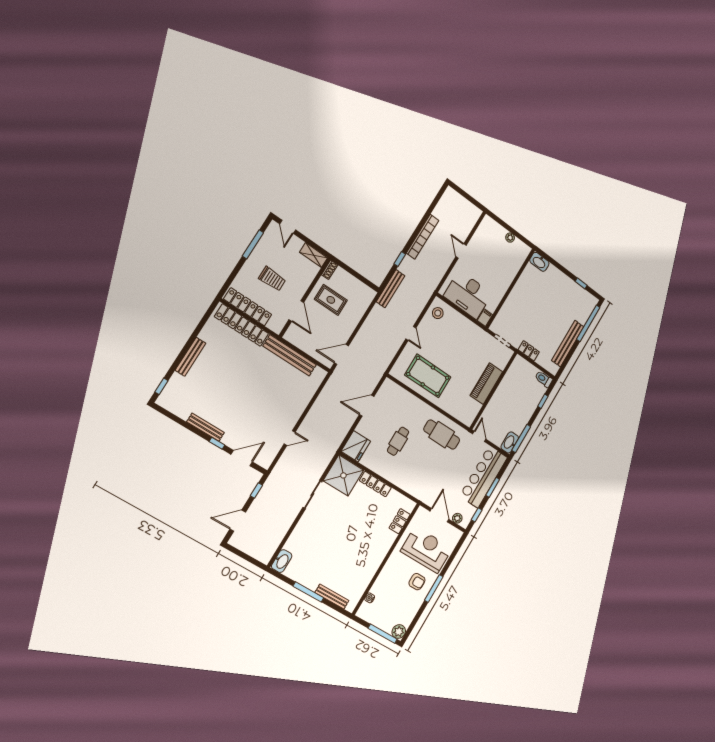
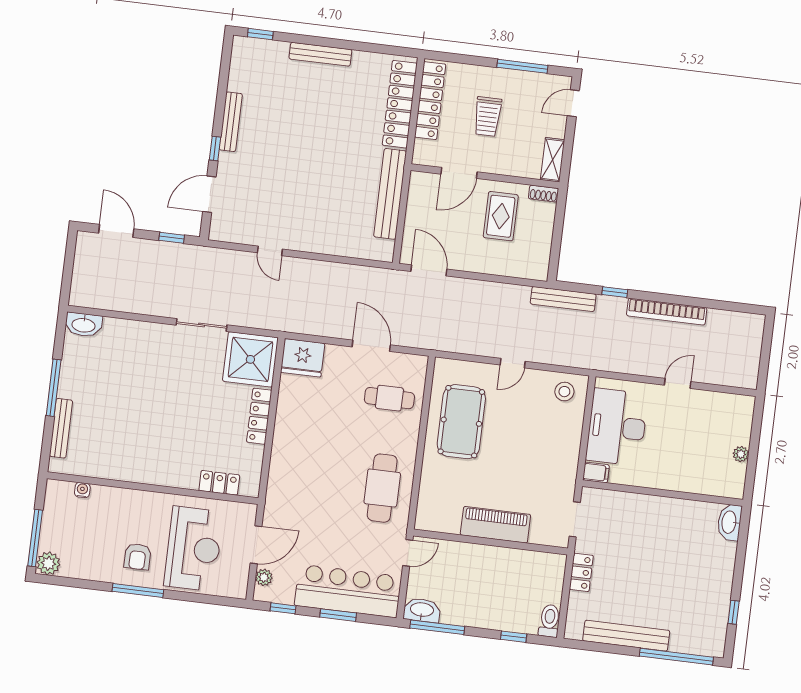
cafe table: (398, 441) -> (389, 398), moved
door: (242, 458) -> (209, 194), swing flipped

